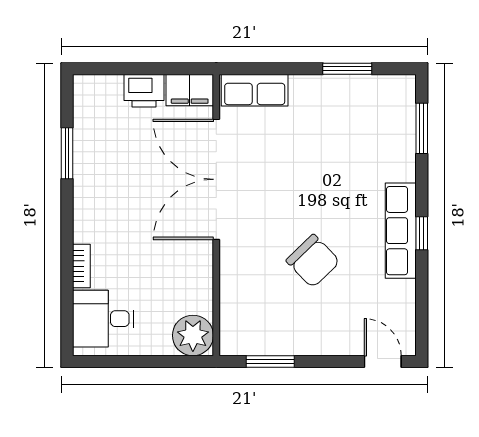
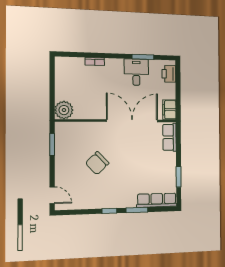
printer: (144, 91) -> (169, 74), moved
window: (422, 128) -> (137, 210), moved
row of seats: (401, 231) -> (157, 200), moved
desk: (103, 319) -> (136, 72), moved
door: (383, 362) -> (52, 195), hinge flipped

